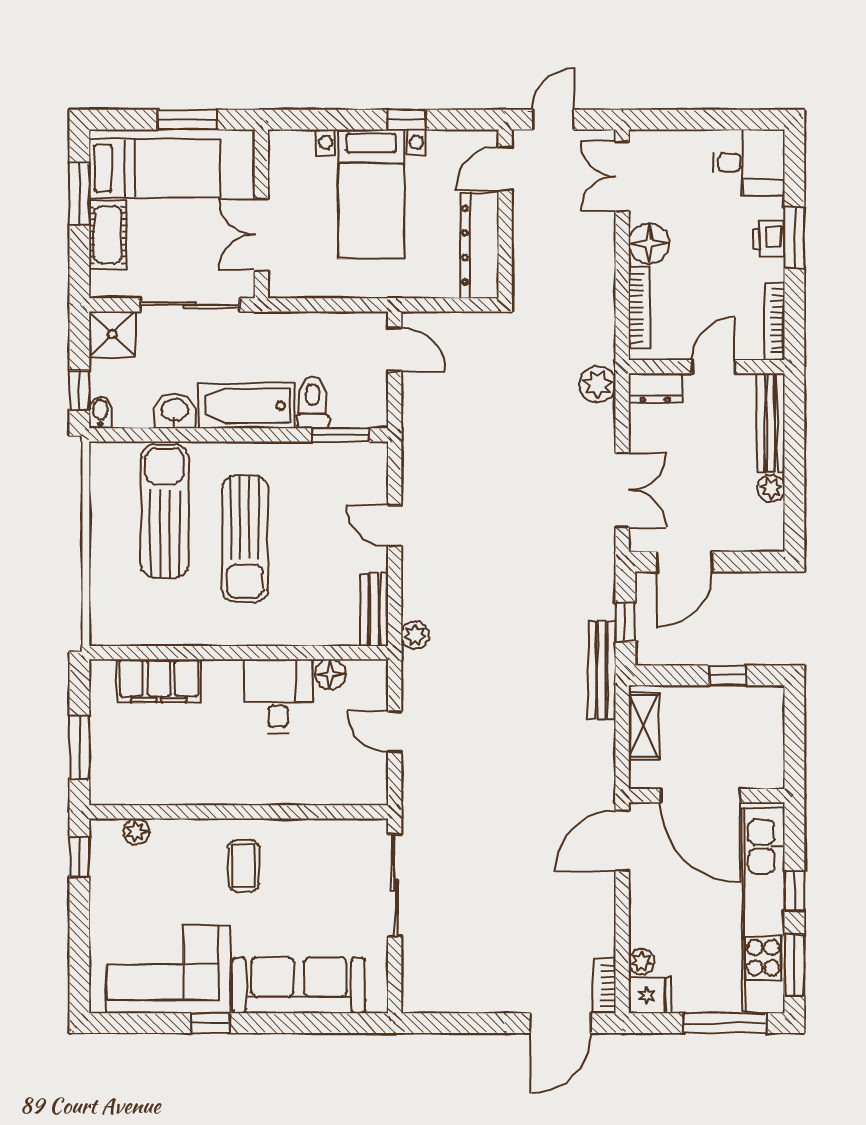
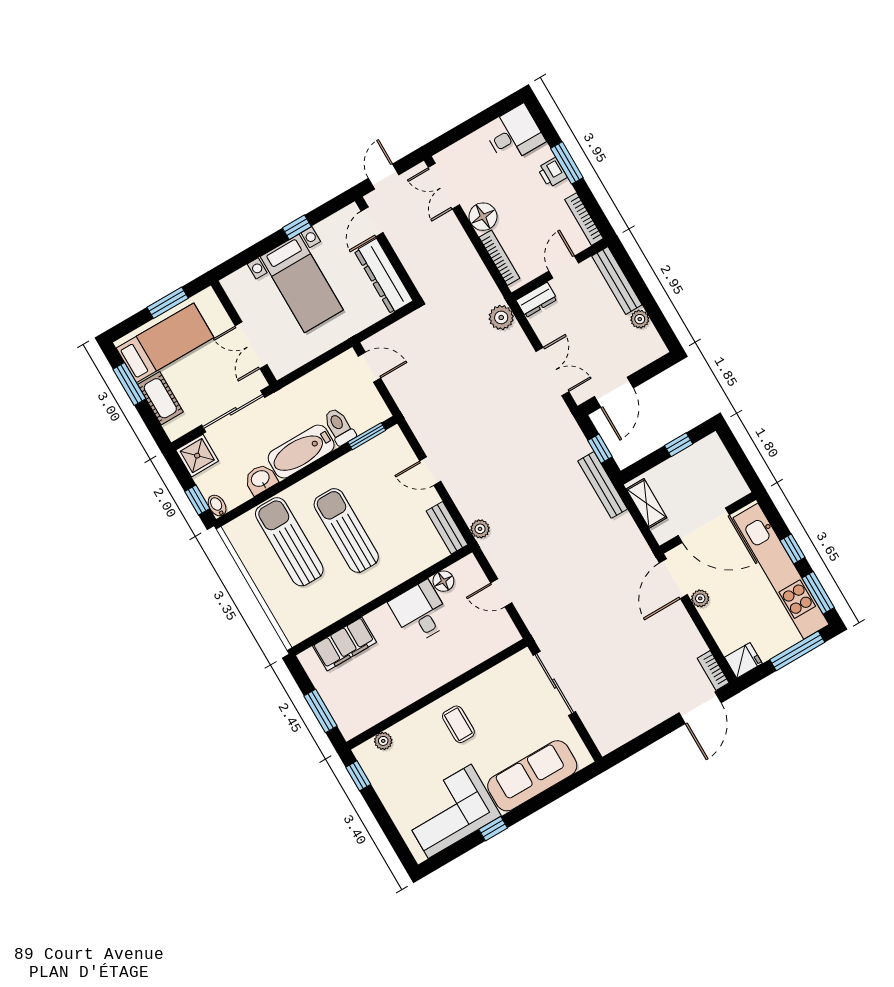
sun lounger: (245, 539) -> (346, 531), turned 180
plant: (641, 962) -> (700, 598), moved

